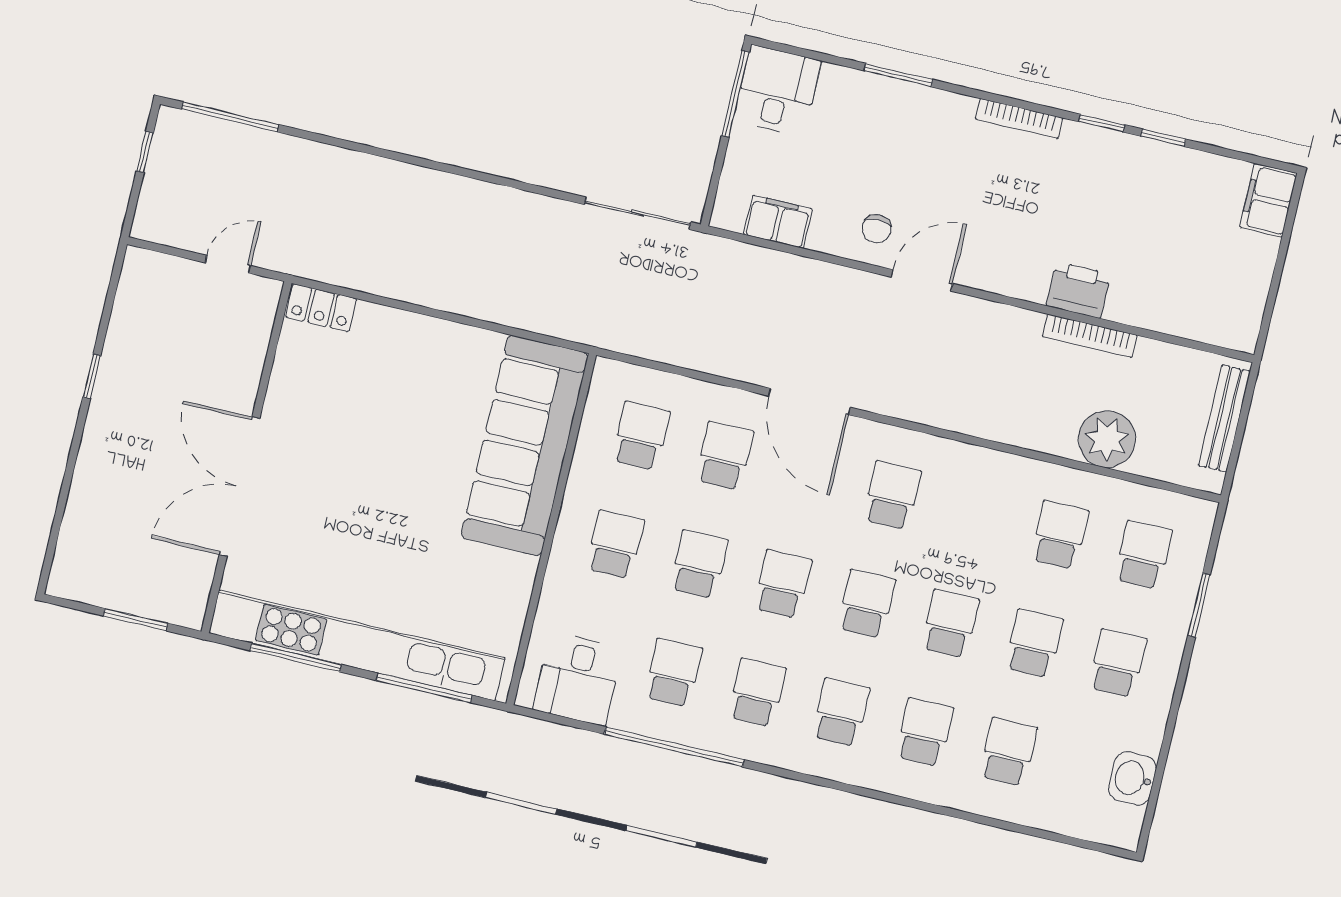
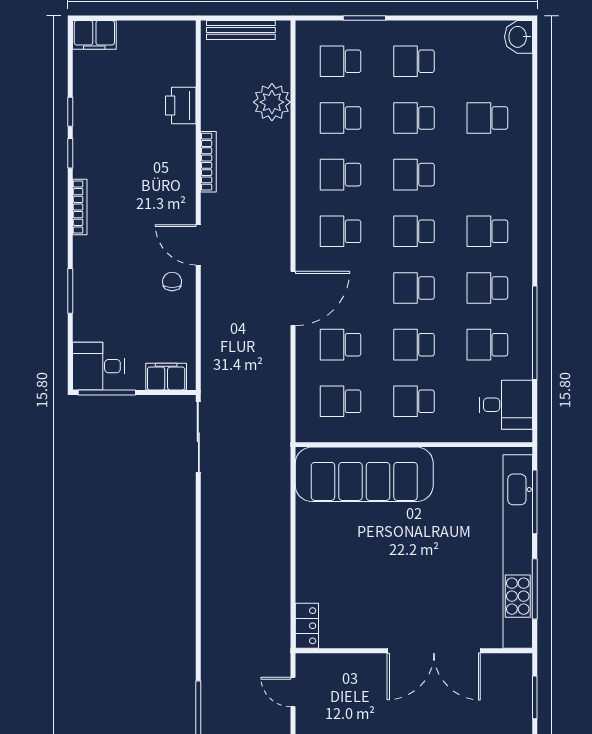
filing cabinet: (778, 222) -> (166, 377), moved, turned 90
chair: (877, 229) -> (172, 282), turned -90
printer: (1078, 290) -> (181, 105), moved
bookcase: (1090, 336) -> (208, 162), moved
school desk: (925, 732) -> (341, 175), moved
washbasin: (1133, 778) -> (519, 37), moved, turned 90

